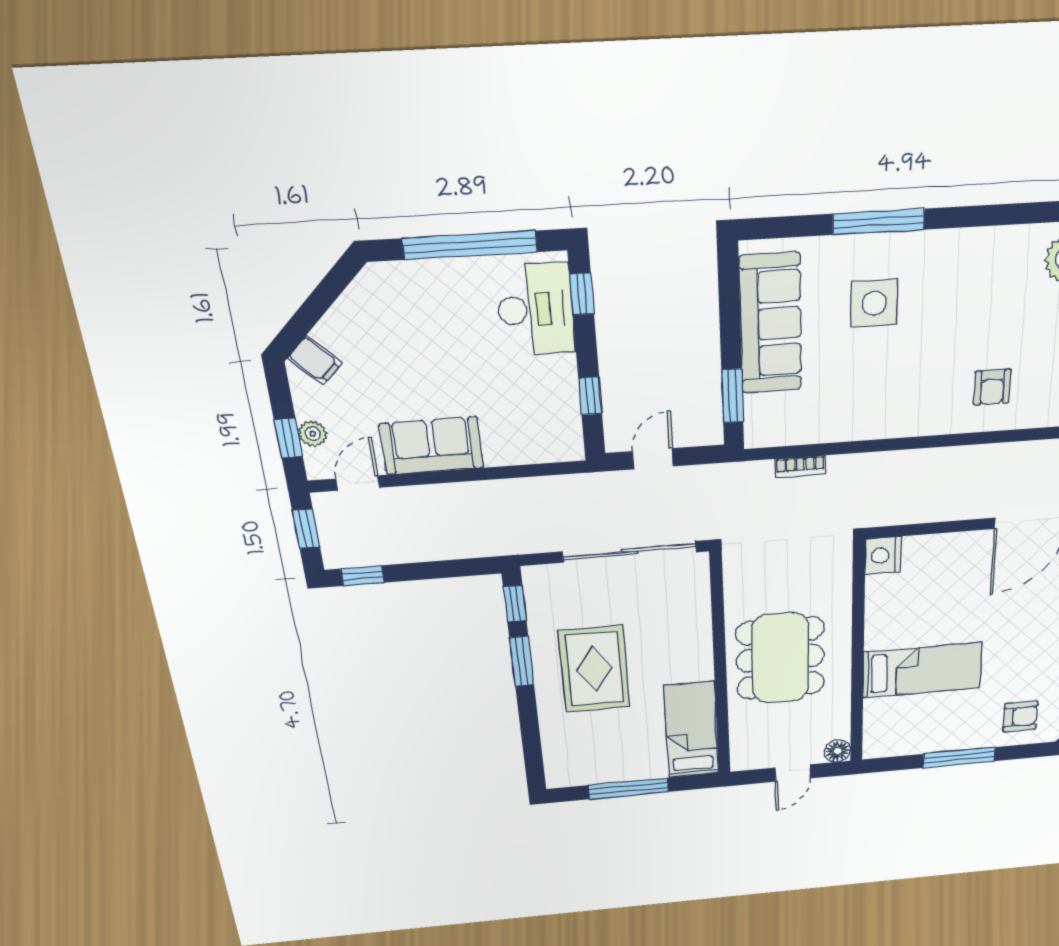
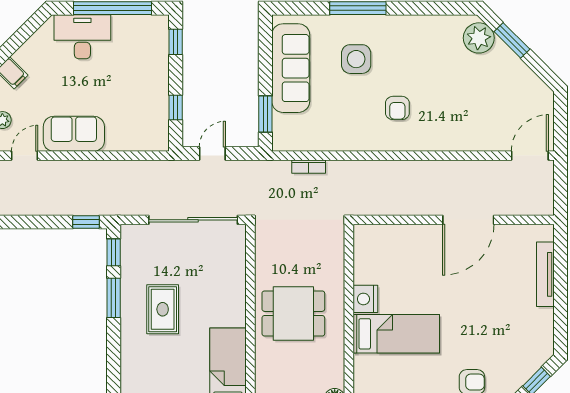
desk: (535, 309) -> (82, 37), moved, turned -90
armchair: (992, 387) -> (397, 108), moved
nightstand: (883, 556) -> (365, 299), moved
window: (362, 576) -> (86, 222), moved
dining table: (780, 658) -> (293, 313), width x0.73
rug: (594, 669) -> (163, 309), width x0.73, depth x0.70

